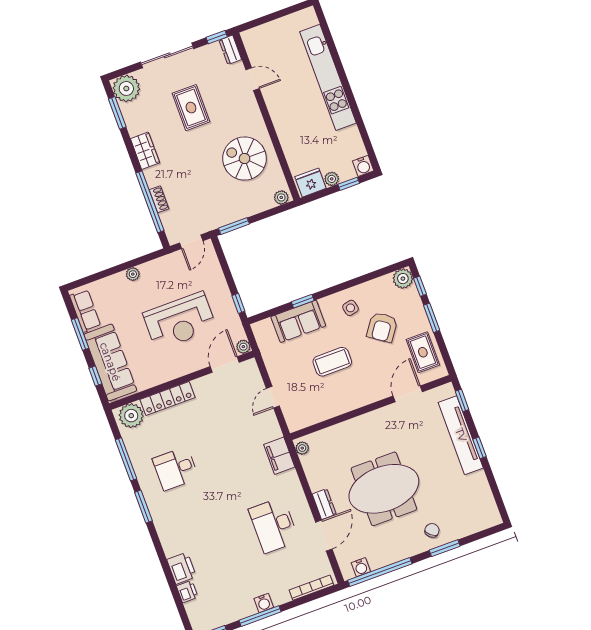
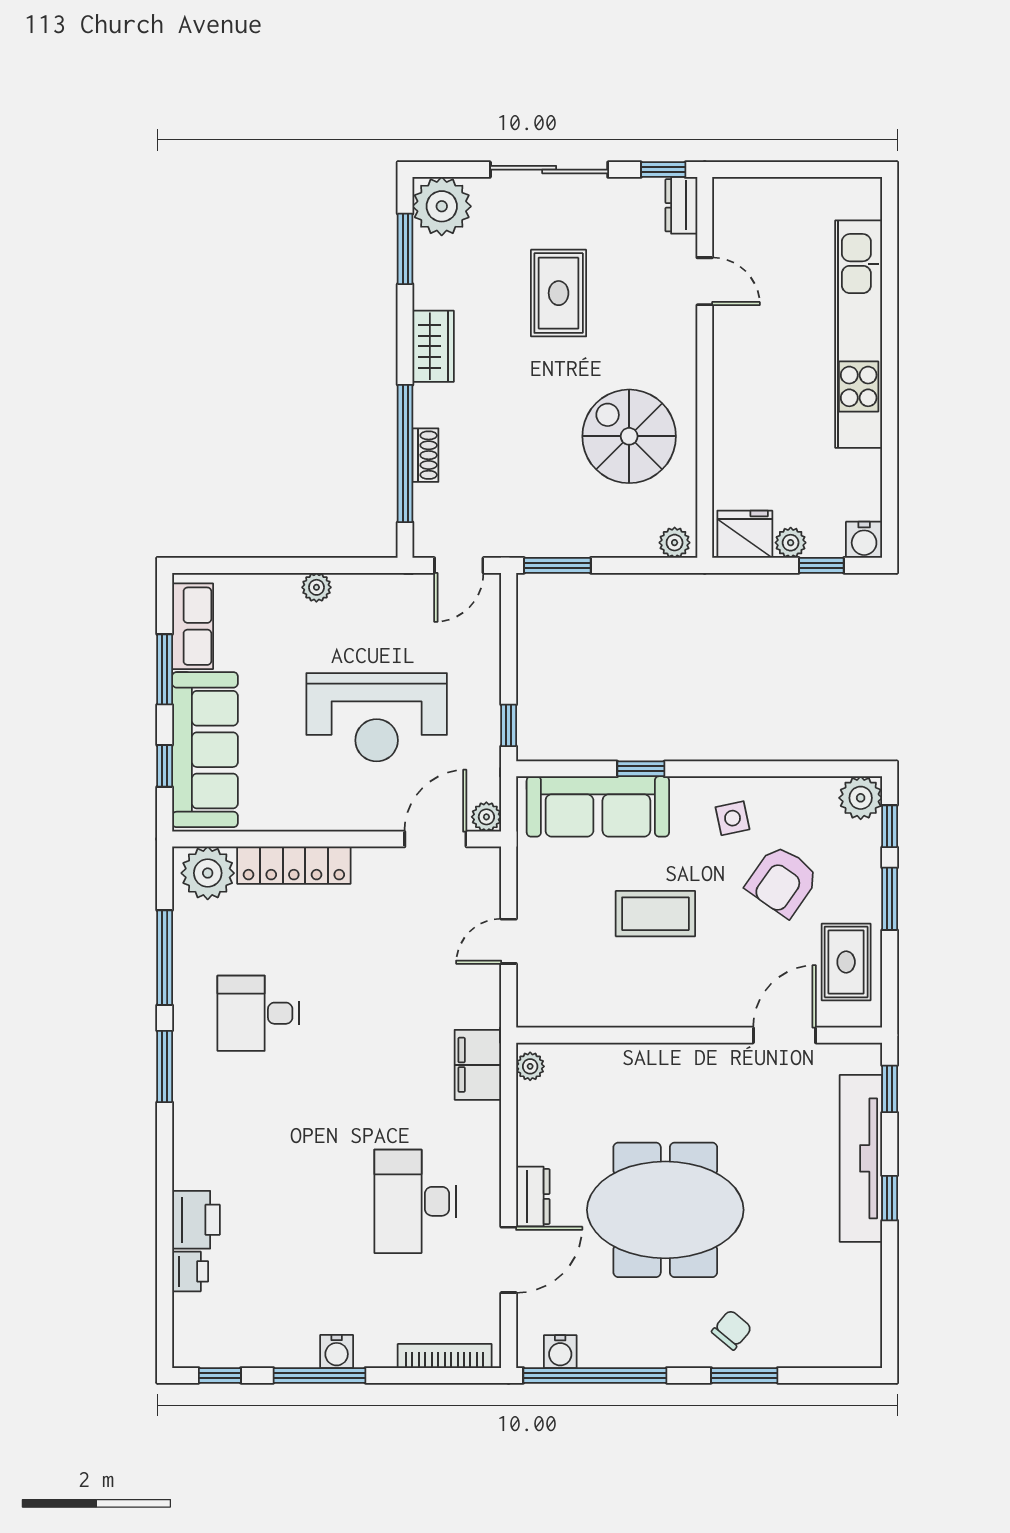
sofa: (298, 321) -> (598, 806), width x1.36

